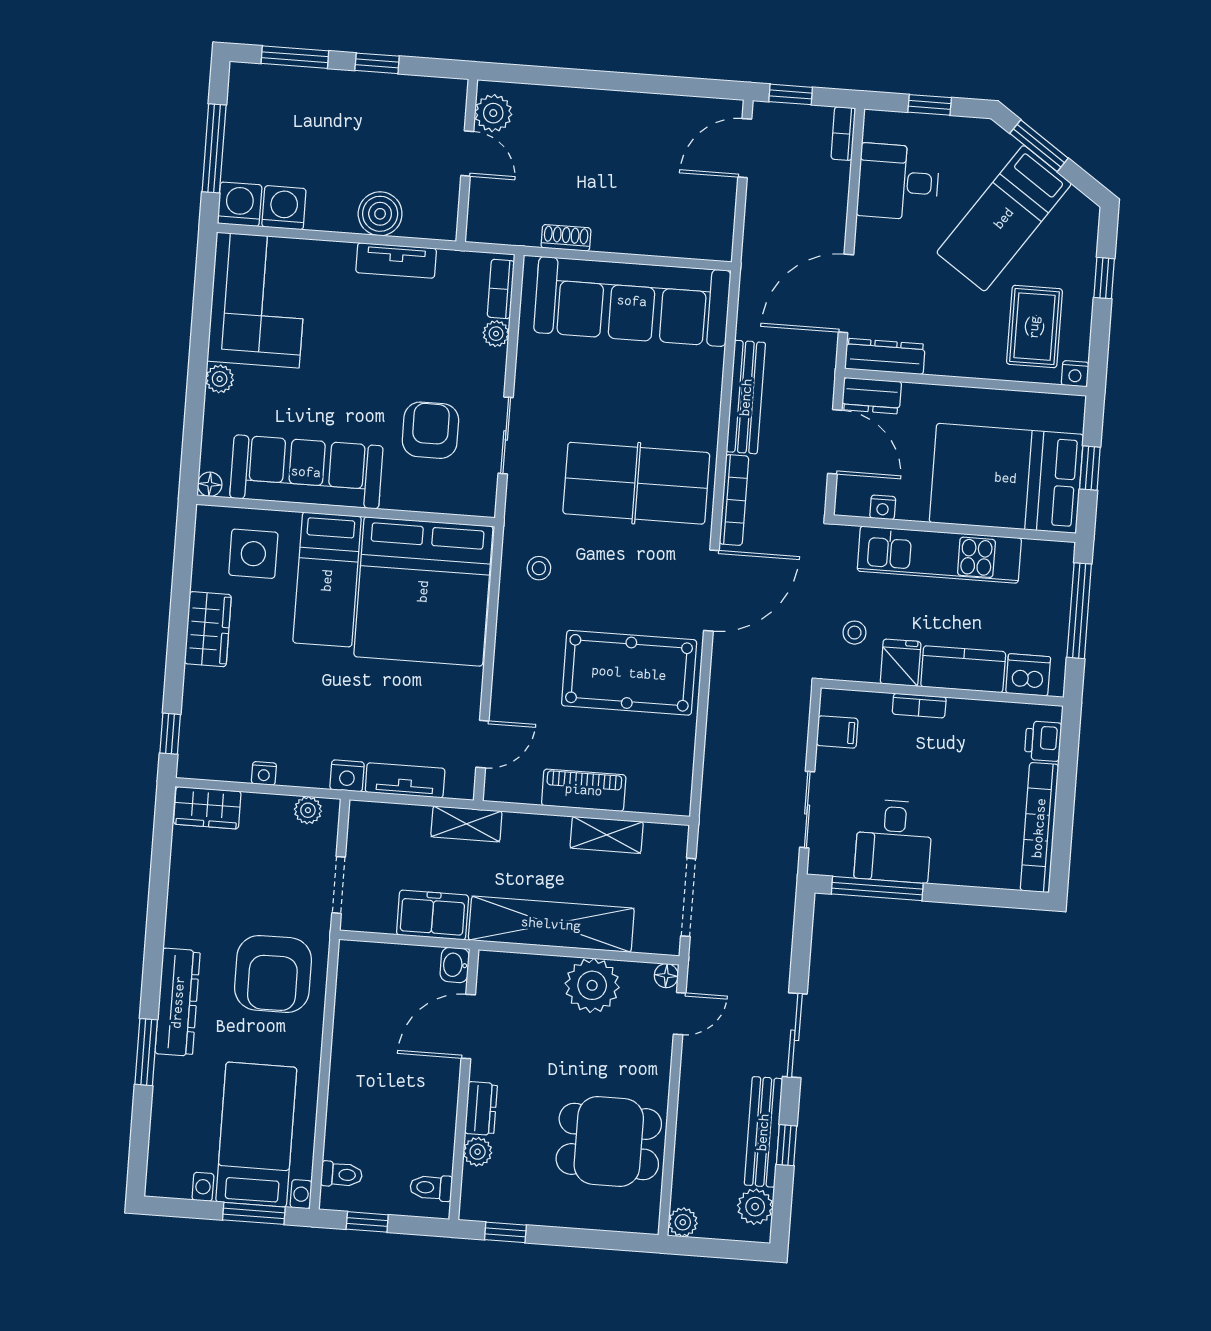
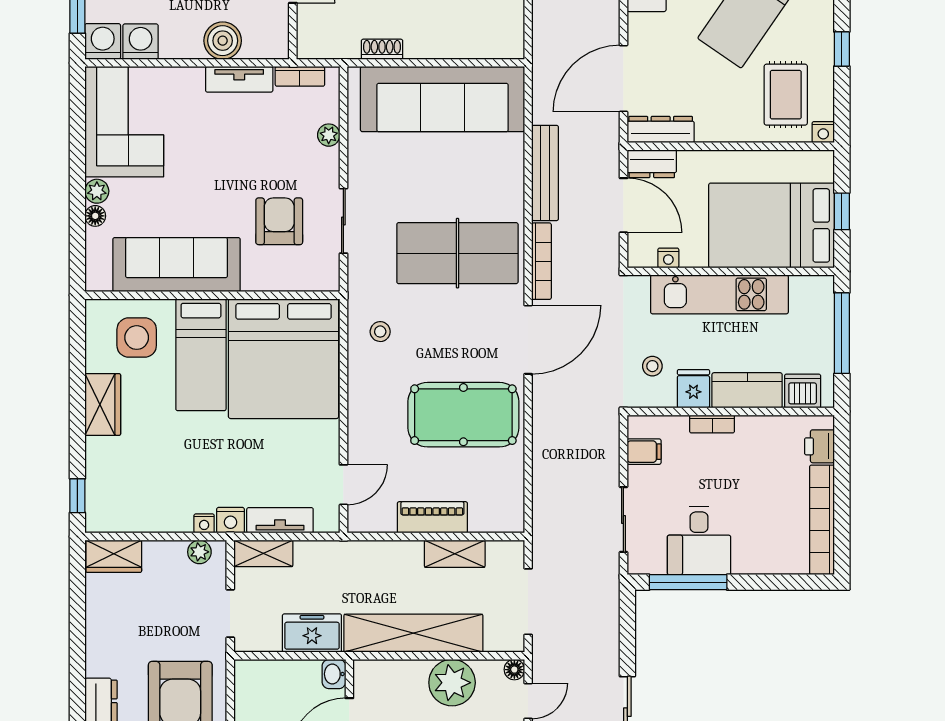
bookcase: (501, 289) -> (300, 76), moved, turned -90
floor lamp: (210, 484) -> (95, 216), moved
nightstand: (264, 773) -> (204, 523), moved
shelving: (466, 824) -> (263, 553), moved

